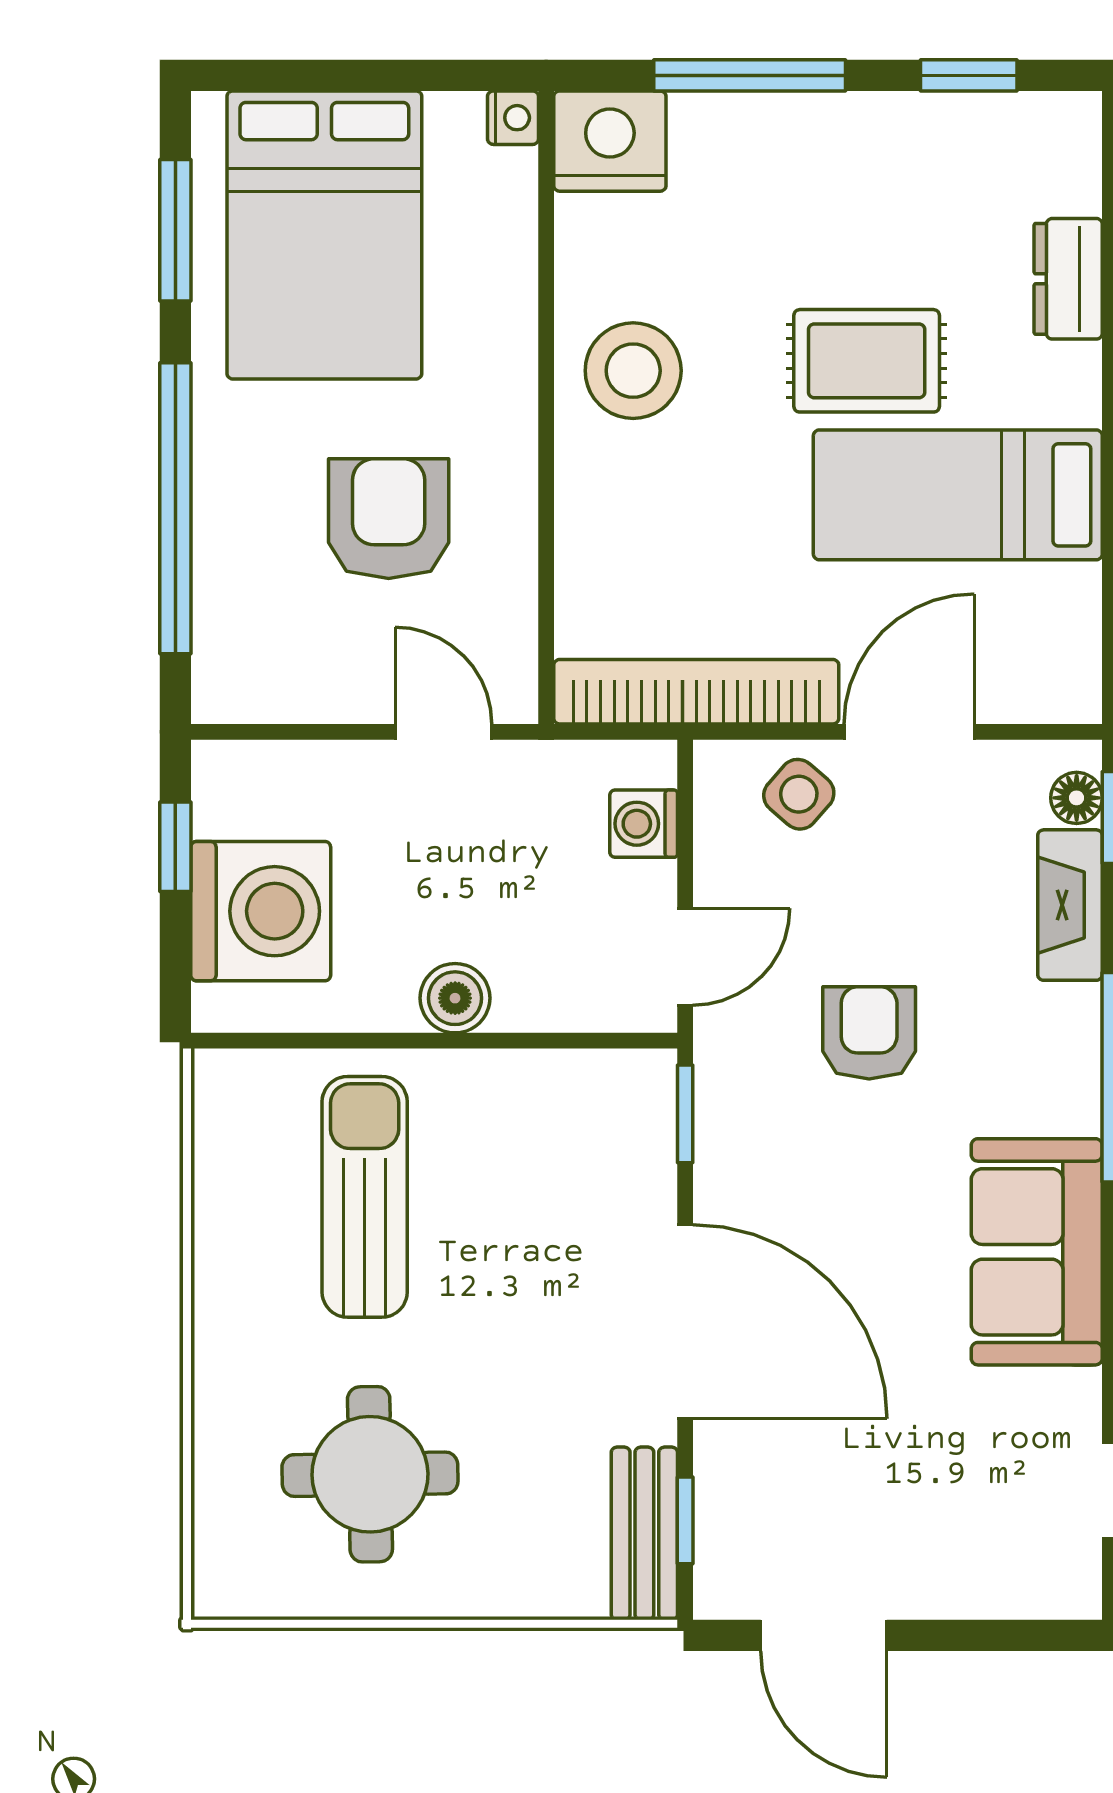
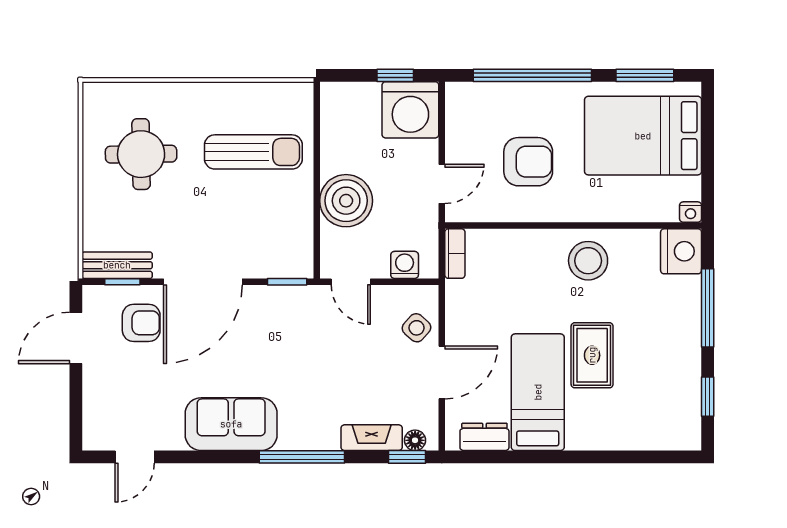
dresser: (1068, 279) -> (484, 437), moved
bookcase: (696, 692) -> (455, 254), width x0.43, depth x0.76
door: (909, 732) -> (442, 373), hinge flipped
washing machine: (261, 911) -> (410, 110), moved
boiler: (455, 998) -> (346, 201), width x1.86, depth x1.86
armchair: (869, 1033) -> (141, 323), moved

